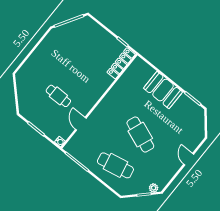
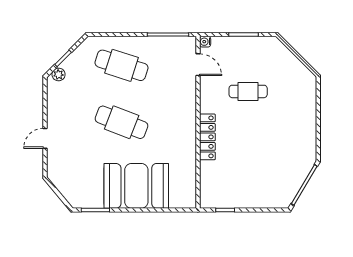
locker: (121, 63) -> (207, 137), moved
booth: (163, 90) -> (136, 186), width x1.36, depth x1.42
door: (81, 124) -> (198, 65), moved
door: (189, 159) -> (45, 138), swing flipped
cafe table: (115, 165) -> (122, 65), turned 30

